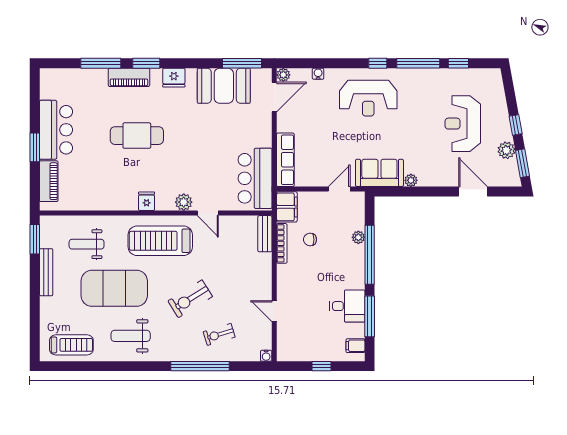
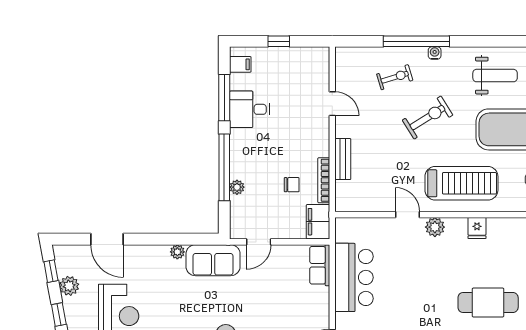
row of seats: (285, 160) -> (320, 265), width x0.68
window: (522, 163) -> (51, 271), width x0.67
bar counter: (255, 178) -> (354, 277), moved
bench: (265, 234) -> (343, 159), moved
water cooler: (266, 356) -> (435, 53), moved

